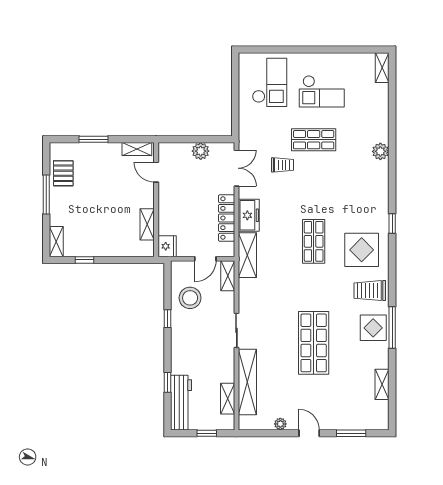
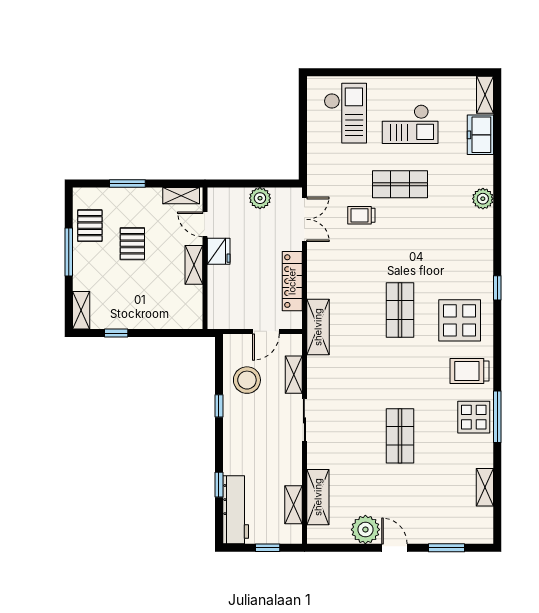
trolley: (282, 165) -> (361, 215), turned 180
pallet: (98, 188) -> (132, 244), added
freezer: (249, 215) -> (480, 135), moved, turned 180
shelving: (147, 224) -> (194, 265), moved
fridge: (167, 246) -> (219, 251), moved
shelving: (228, 276) -> (294, 375), moved
shop shelf: (314, 343) -> (400, 436), width x0.70, depth x0.74
shelving: (247, 382) -> (318, 497), width x0.68
plant: (280, 424) -> (365, 530), width x1.88, depth x1.88

